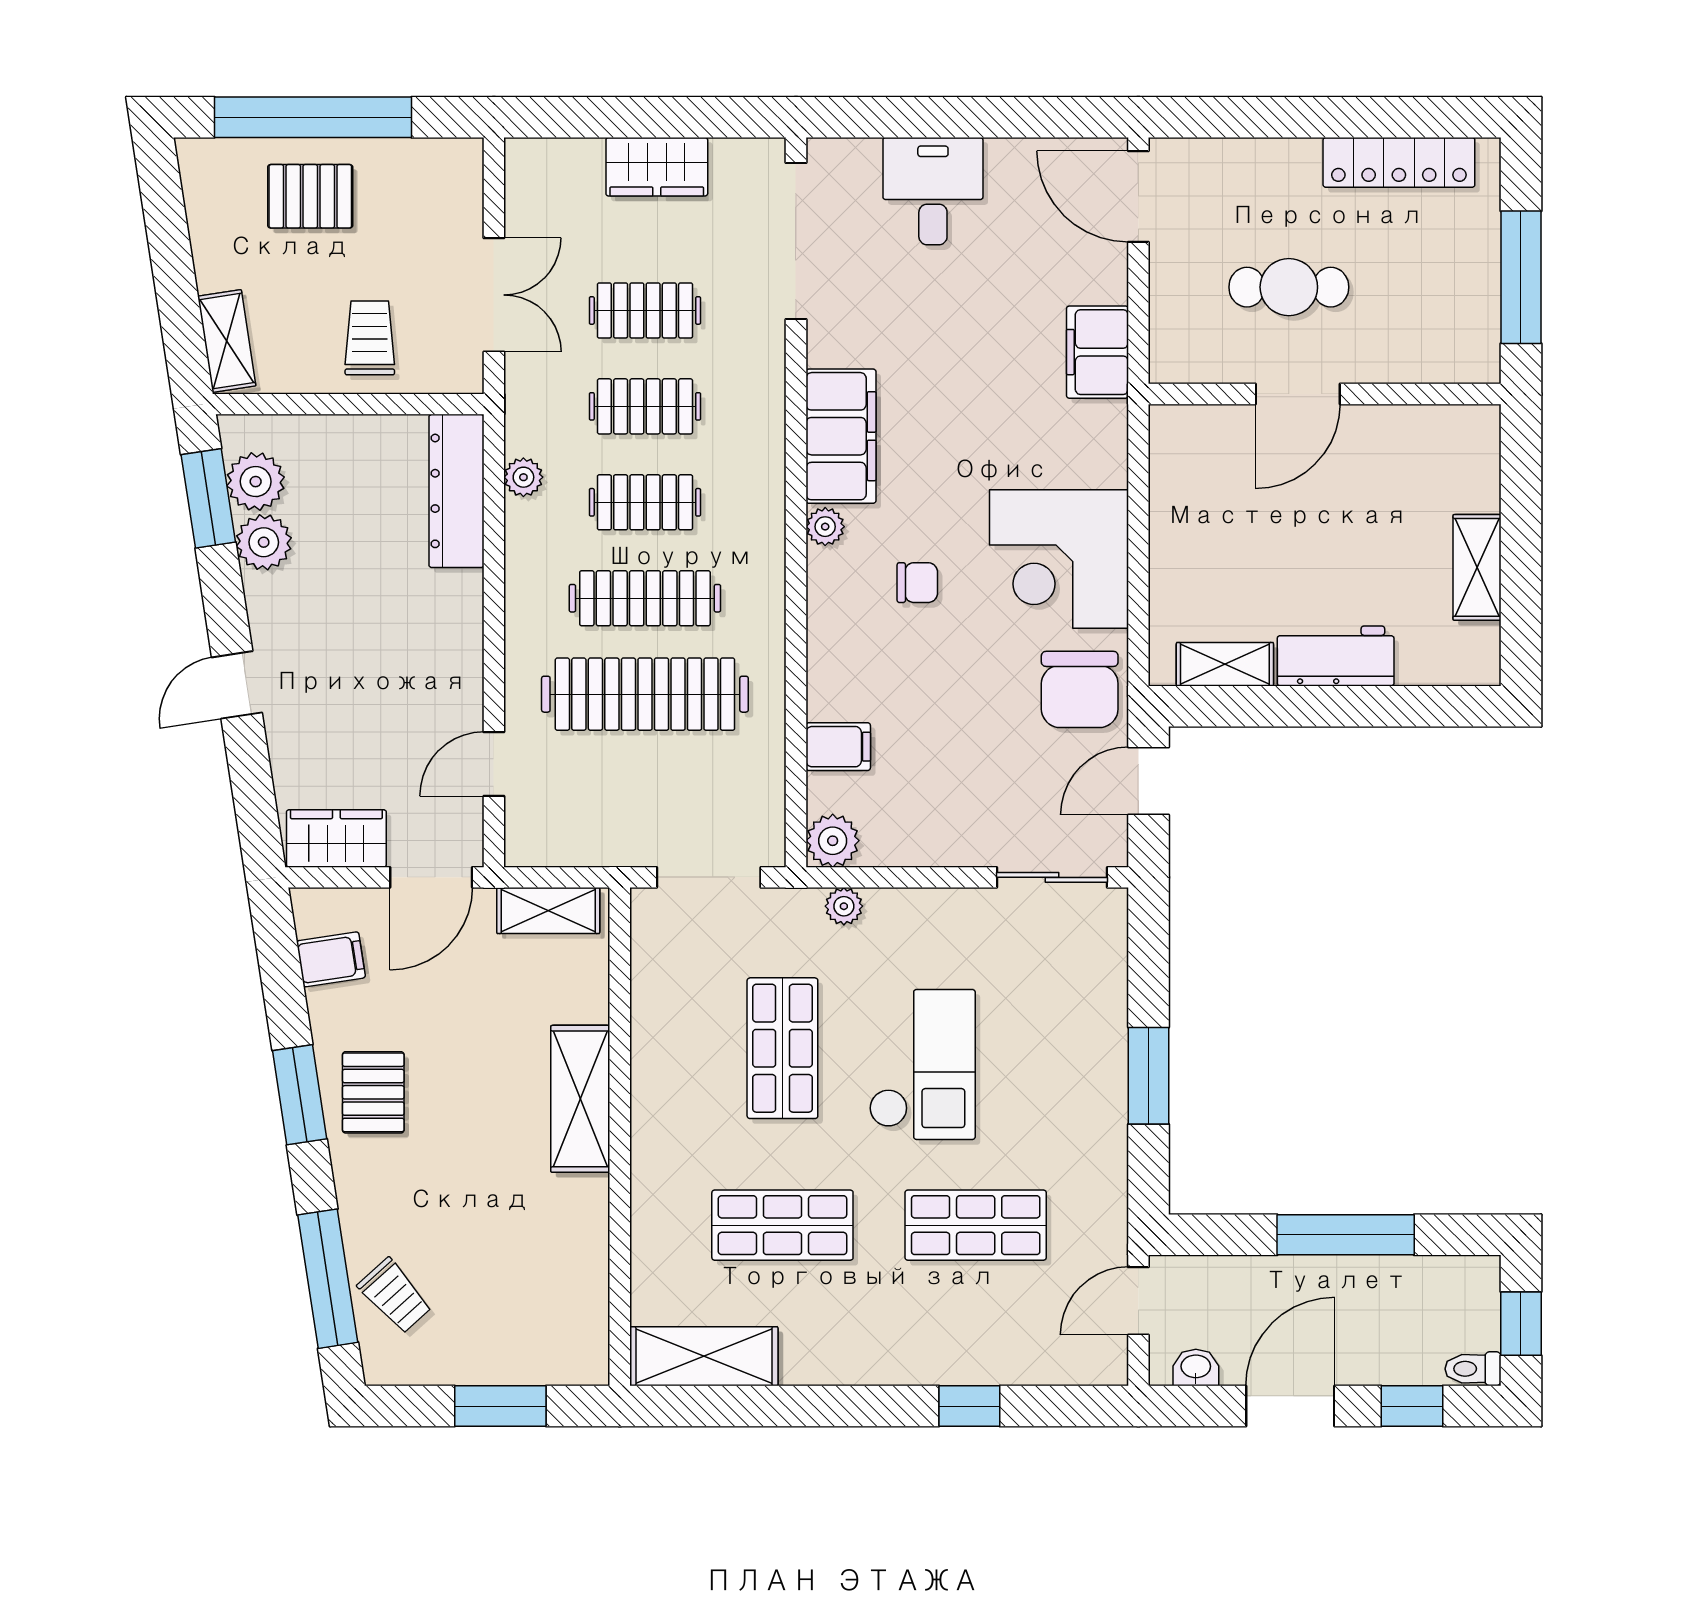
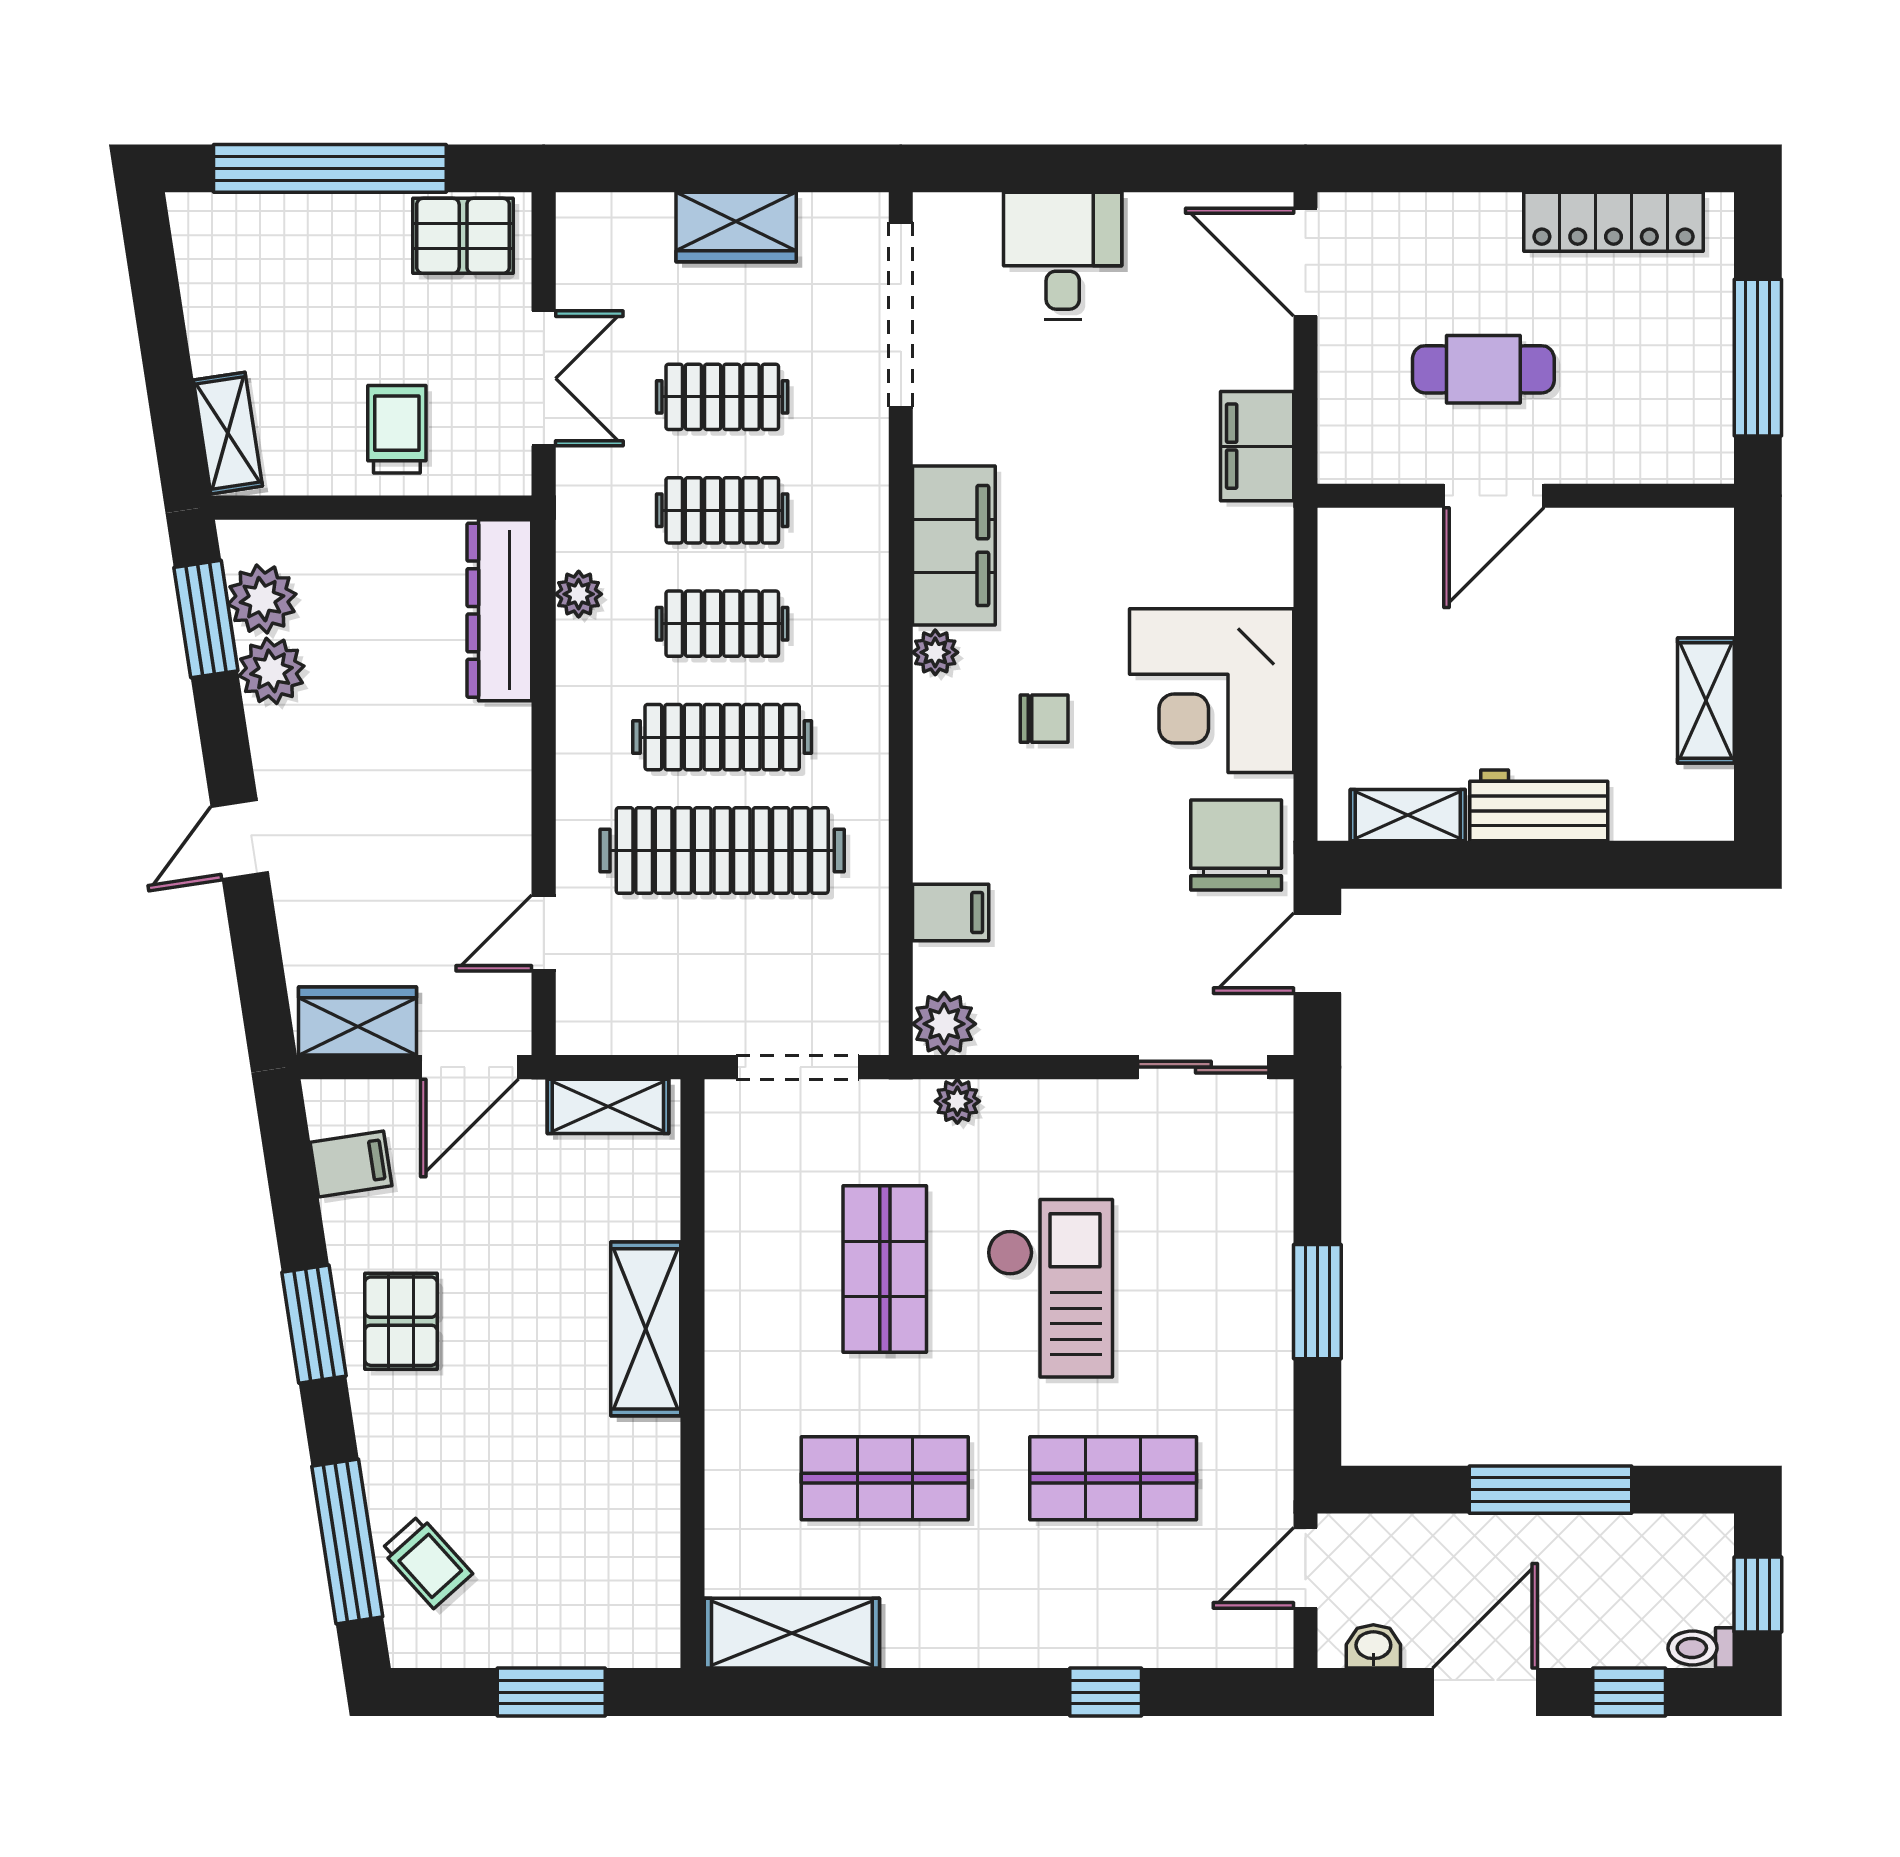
pallet: (310, 196) -> (463, 236), moved
chair: (1080, 689) -> (1236, 845), turned 180

